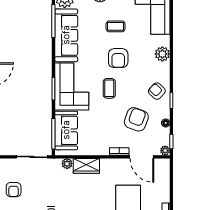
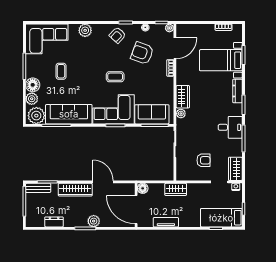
armchair: (118, 58) -> (89, 69), removed

